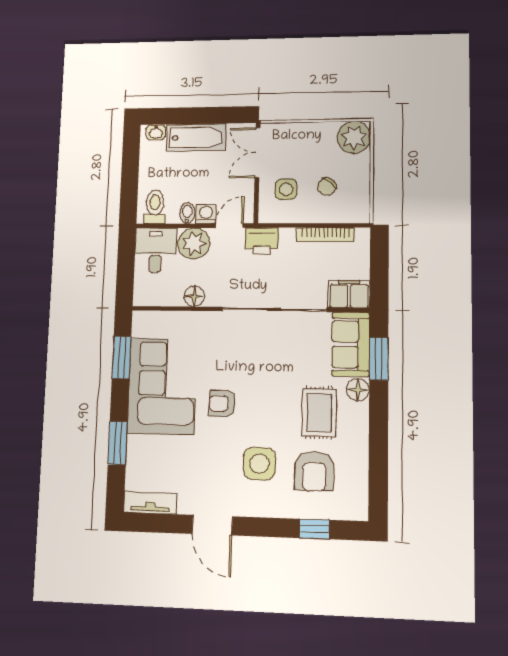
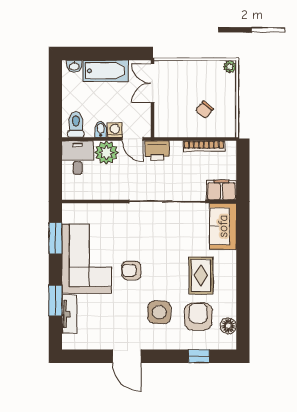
plant: (354, 137) -> (230, 67), width x0.53, depth x0.53
side table: (286, 189) -> (174, 112), removed
door: (229, 226) -> (133, 139), swing flipped
floor lamp: (194, 296) -> (108, 192), removed
window: (379, 359) -> (243, 236), removed
floor lamp: (358, 390) -> (228, 326), moved
armchair: (314, 471) -> (198, 316), turned 180
tv unit: (150, 503) -> (69, 314), moved, turned 90

